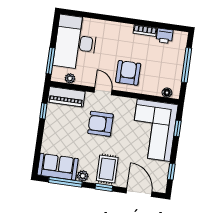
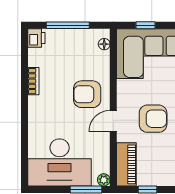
printer: (165, 36) -> (36, 38), moved
plant: (70, 78) -> (104, 180), moved
armchair: (100, 124) -> (153, 119), turned -90

